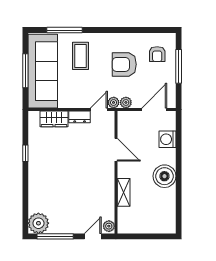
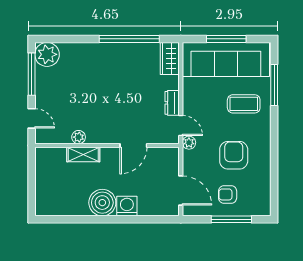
armchair: (157, 54) -> (228, 194), moved
plant: (126, 102) -> (189, 157), removed
wardrobe: (54, 119) -> (170, 58), moved
washing machine: (167, 139) -> (127, 206), moved
window: (25, 153) -> (129, 39), width x3.17
plant: (109, 226) -> (79, 137), moved

